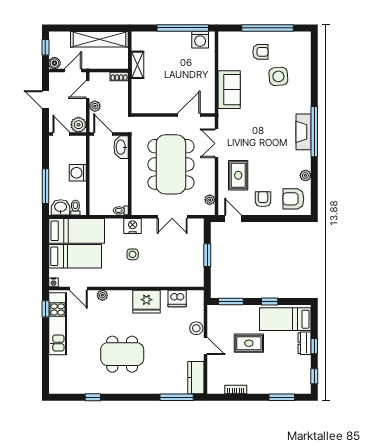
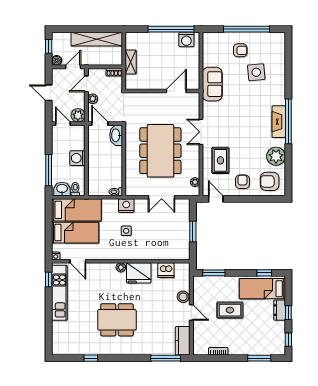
wall: (173, 115) -> (162, 91), moved
door: (189, 115) -> (176, 91), moved
plant: (305, 175) -> (276, 156), width x1.88, depth x1.88
plant: (102, 295) -> (121, 267), moved
window: (270, 302) -> (264, 273), moved

